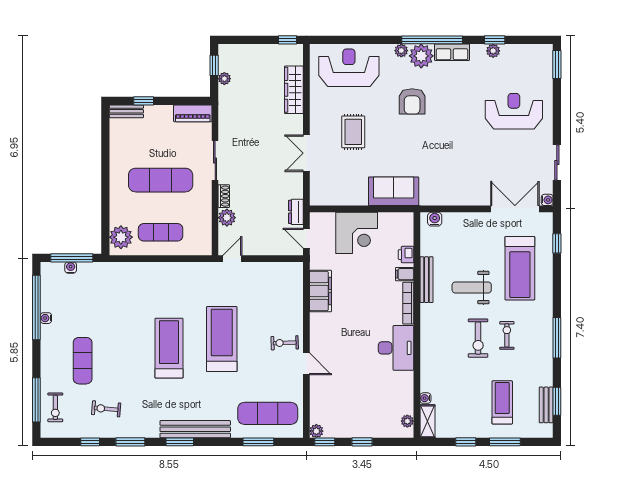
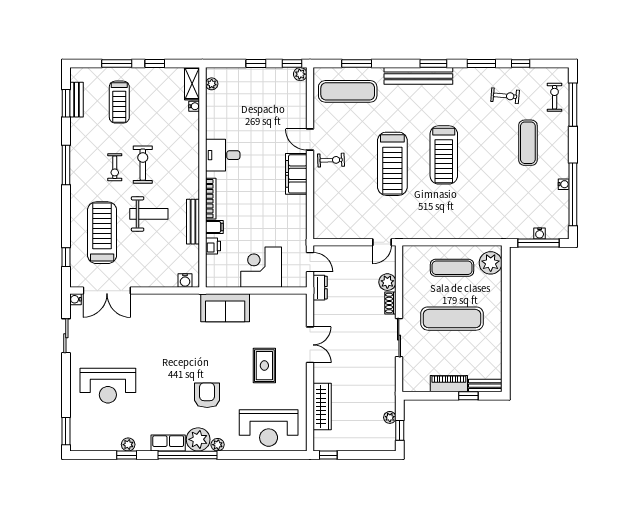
piano: (193, 113) -> (449, 384), moved
filing cabinet: (320, 291) -> (296, 174), moved
desk: (396, 348) -> (223, 155), width x0.73

